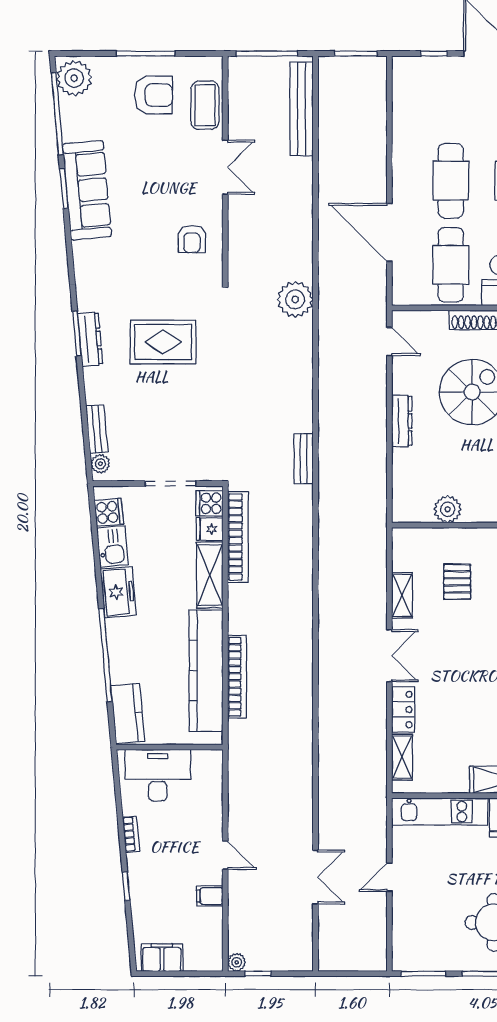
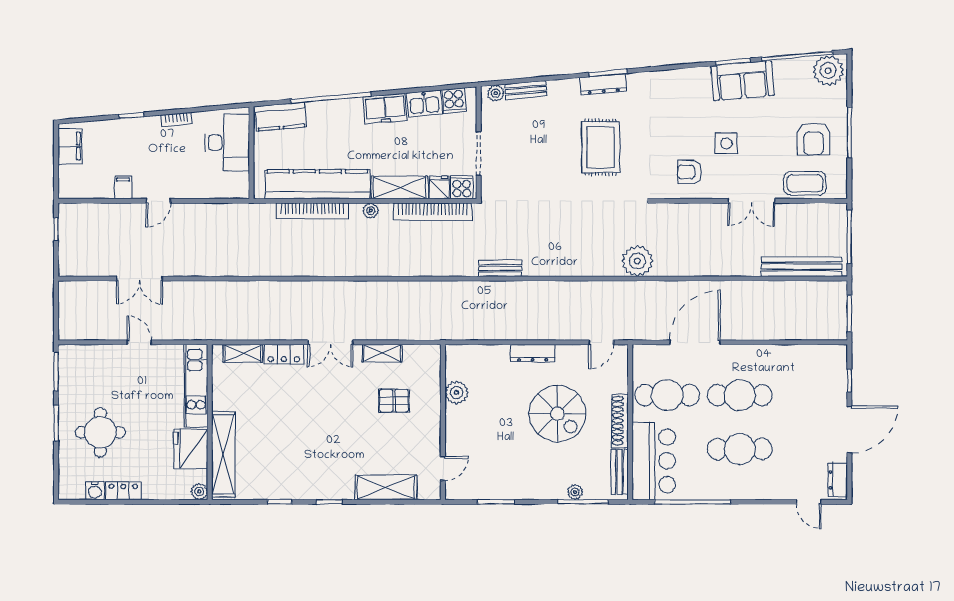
sofa: (87, 190) -> (742, 81), width x0.73
side table: (158, 196) -> (726, 143), added
plant: (237, 962) -> (371, 211), moved

